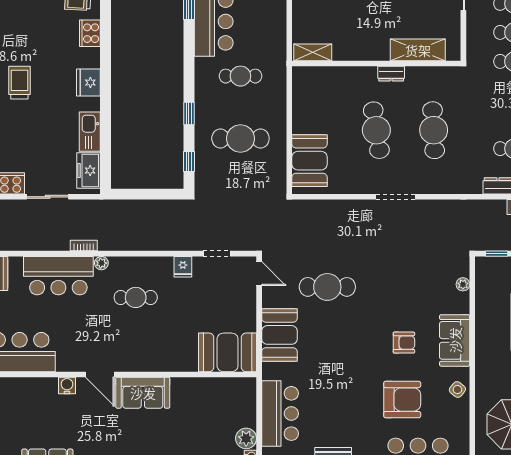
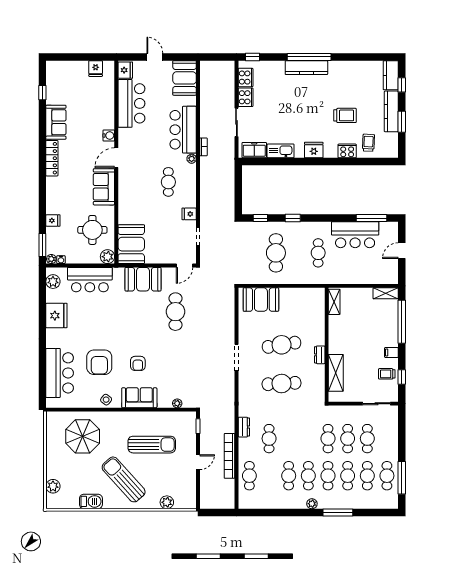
trolley: (19, 83) -> (345, 115), moved
round table: (207, 410) -> (92, 230), added
plant: (246, 438) -> (107, 257), moved

